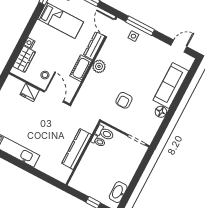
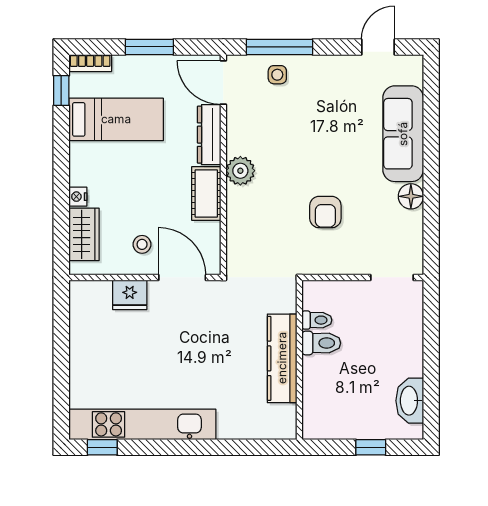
toilet: (105, 133) -> (321, 343), moved

